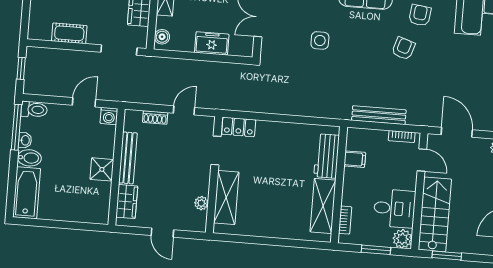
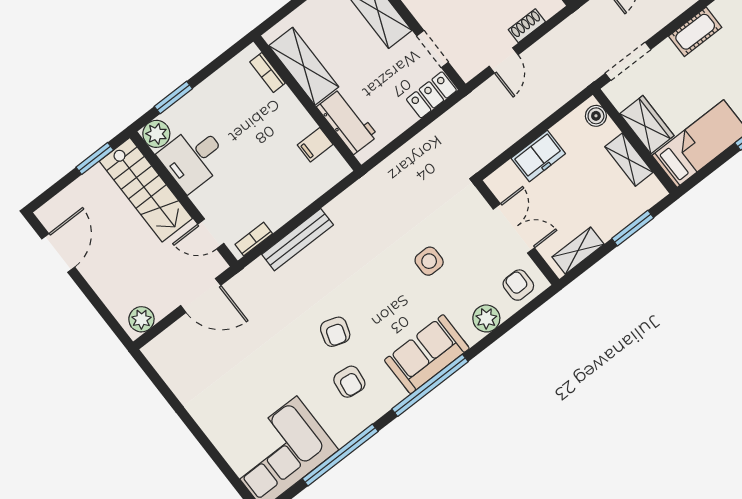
workbench: (327, 156) -> (347, 121), moved
filing cabinet: (355, 159) -> (315, 145), moved
wall: (339, 185) -> (307, 103), moved
shelving: (323, 206) -> (304, 66), moved
bookcase: (345, 220) -> (268, 73), moved

